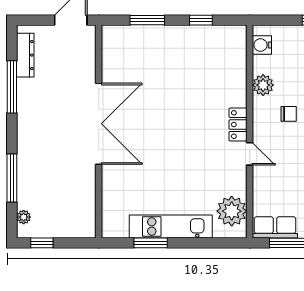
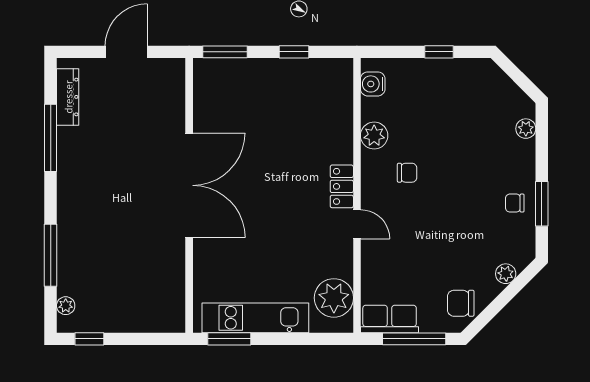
double door: (99, 124) -> (189, 185), moved
wall: (99, 131) -> (189, 195), moved

